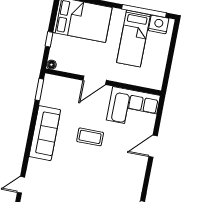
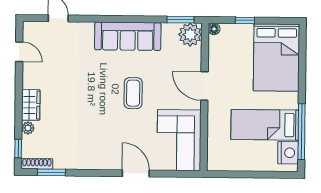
plant: (52, 84) -> (190, 35), added

